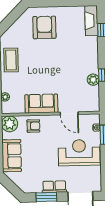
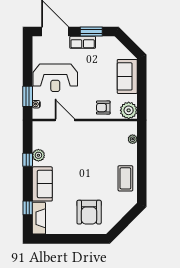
sofa: (41, 104) -> (42, 184), moved, turned -90

